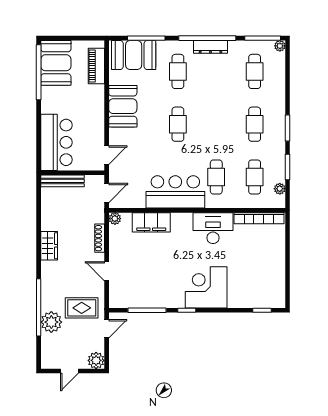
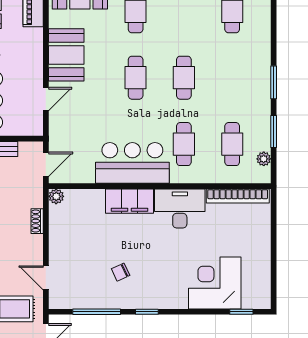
cafe table: (255, 124) -> (184, 78), moved
door: (107, 155) -> (46, 99), moved
filing cabinet: (151, 222) -> (130, 201), moved
shoe rack: (100, 238) -> (37, 221), width x0.70
door: (107, 271) -> (46, 278), moved
chair: (166, 279) -> (121, 272), added
corner desk: (206, 287) -> (215, 283), moved

